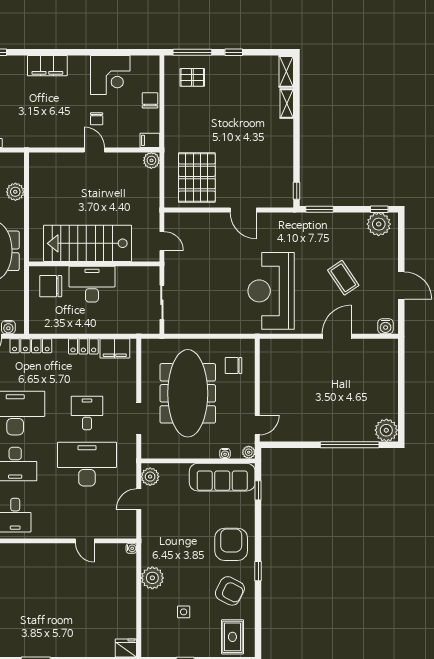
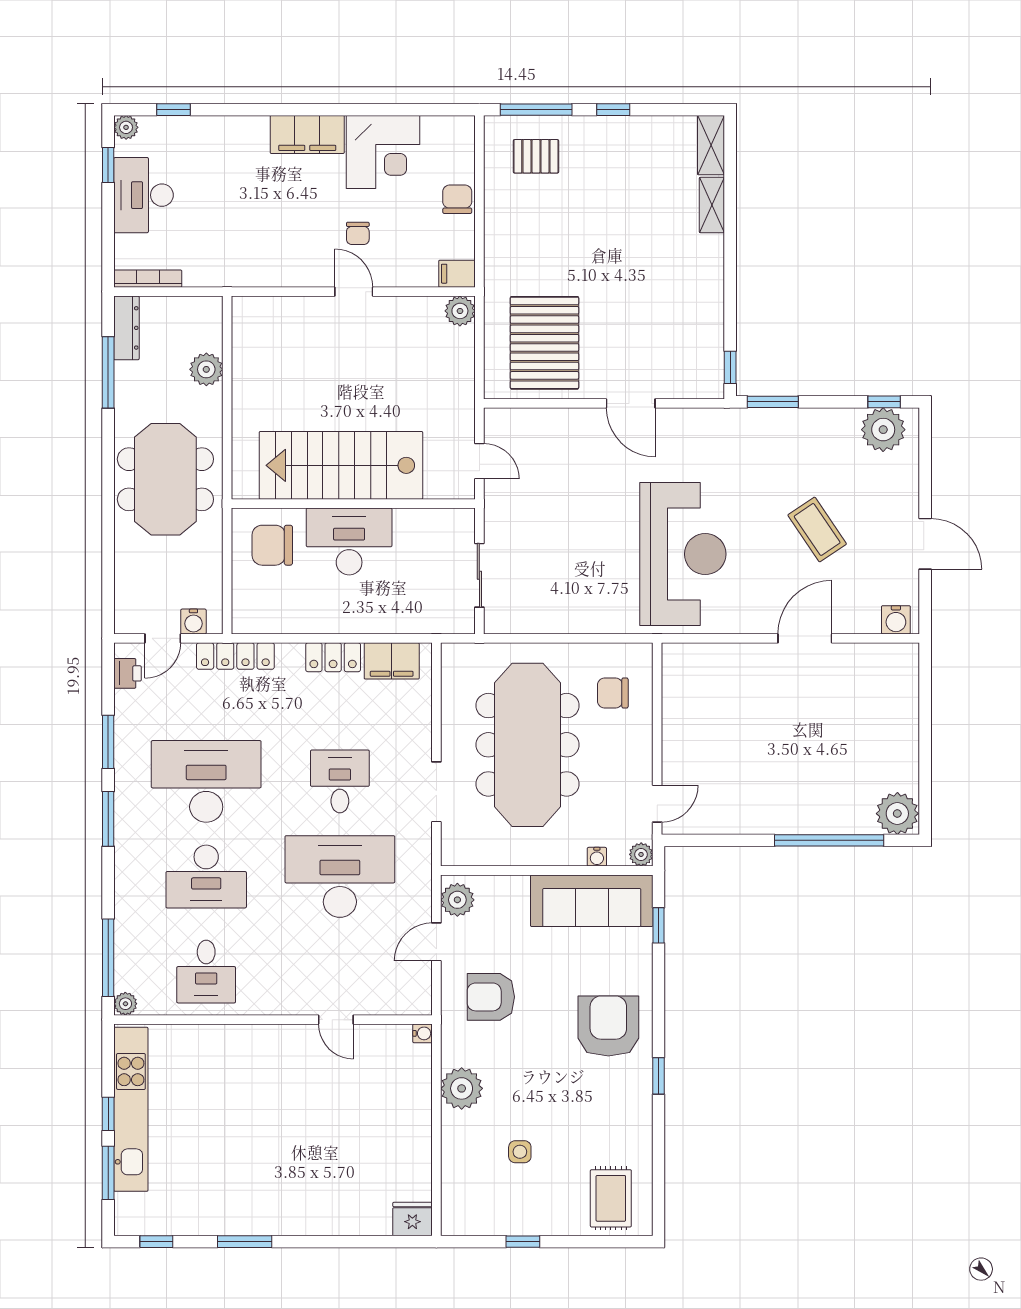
filing cabinet: (47, 66) -> (307, 134), moved
reception desk: (271, 291) -> (683, 554), turned 180
armchair: (230, 591) -> (491, 997), moved, turned 153

